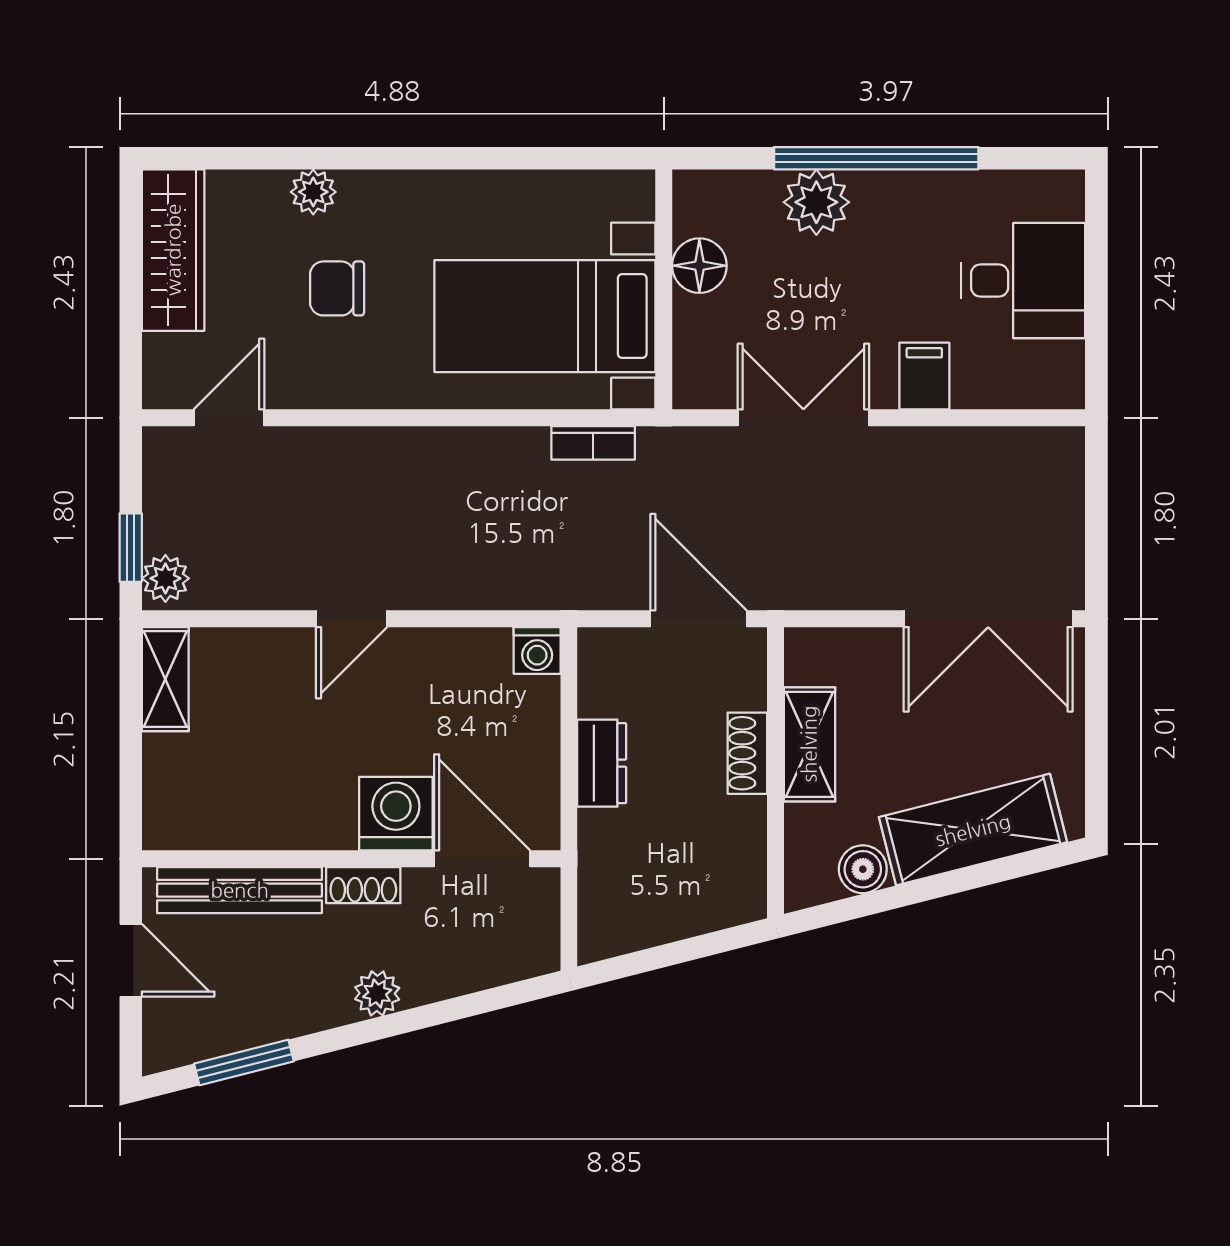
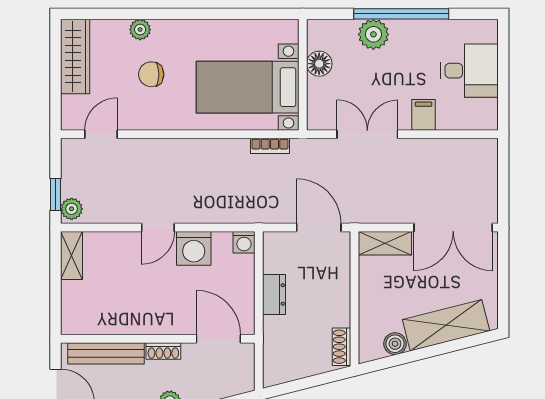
shelving: (809, 744) -> (385, 243), moved, turned 90
shoe rack: (747, 753) -> (341, 347), moved
washing machine: (396, 814) -> (194, 248), moved, turned 180

